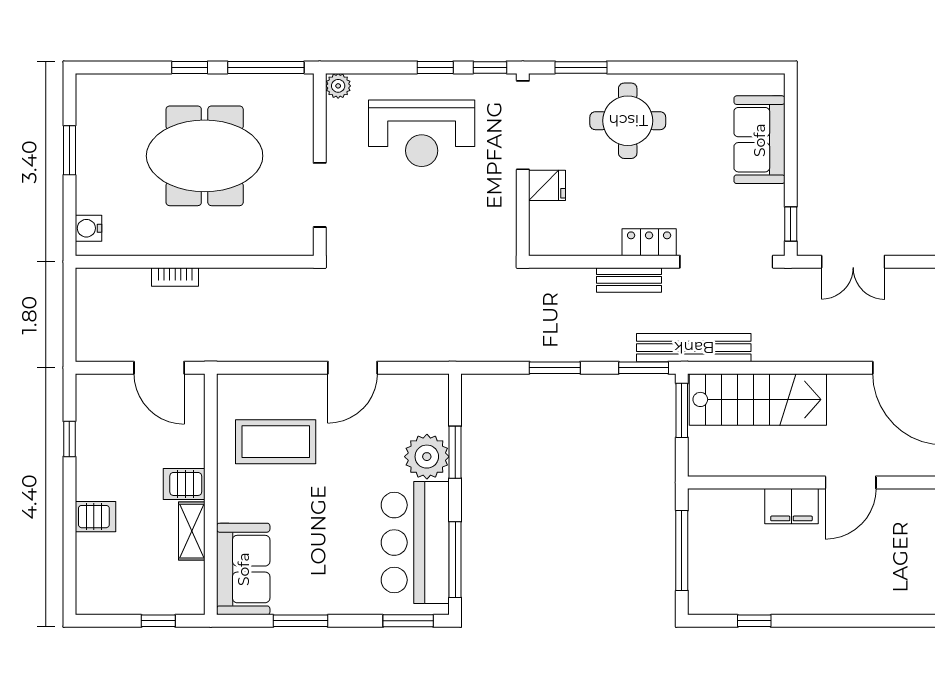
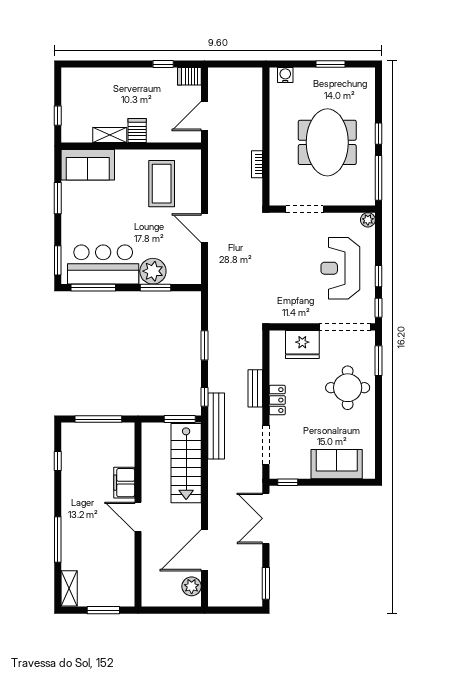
fridge: (547, 185) -> (302, 344), width x1.88, depth x1.34
doorway: (726, 262) -> (266, 445), width x0.73
double door: (853, 262) -> (266, 518), width x1.37
bookcase: (175, 277) -> (257, 164), moved
window: (644, 368) -> (204, 397), width x0.67
server rack: (95, 517) -> (189, 76), moved, turned 90
window: (890, 621) -> (58, 540), added

